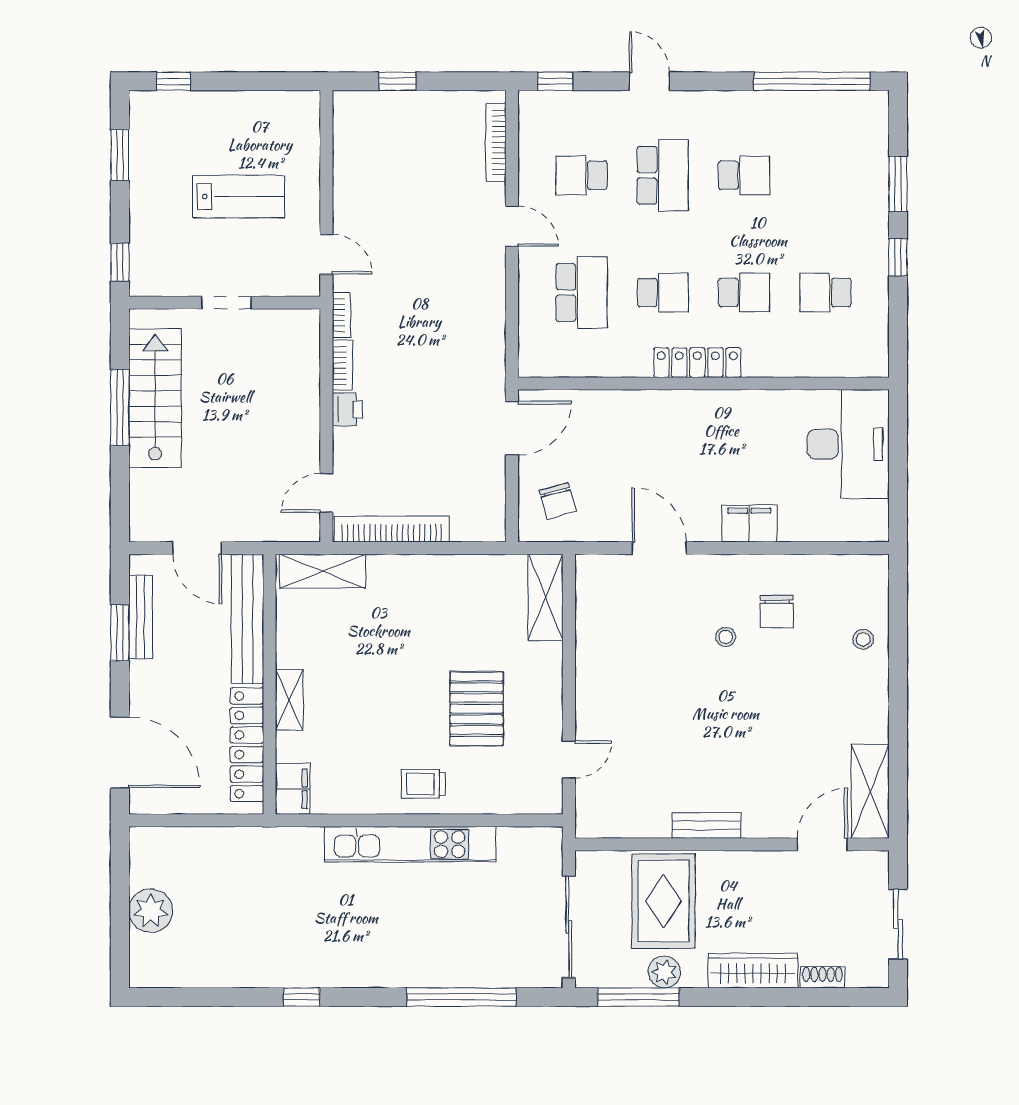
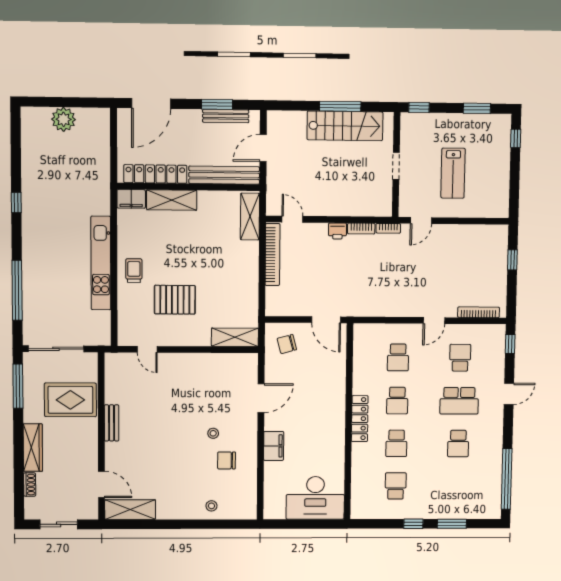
school desk: (582, 292) -> (398, 357), width x0.54
shelving: (289, 700) -> (172, 200), width x1.50, depth x1.33
plant: (664, 972) -> (32, 400), removed

